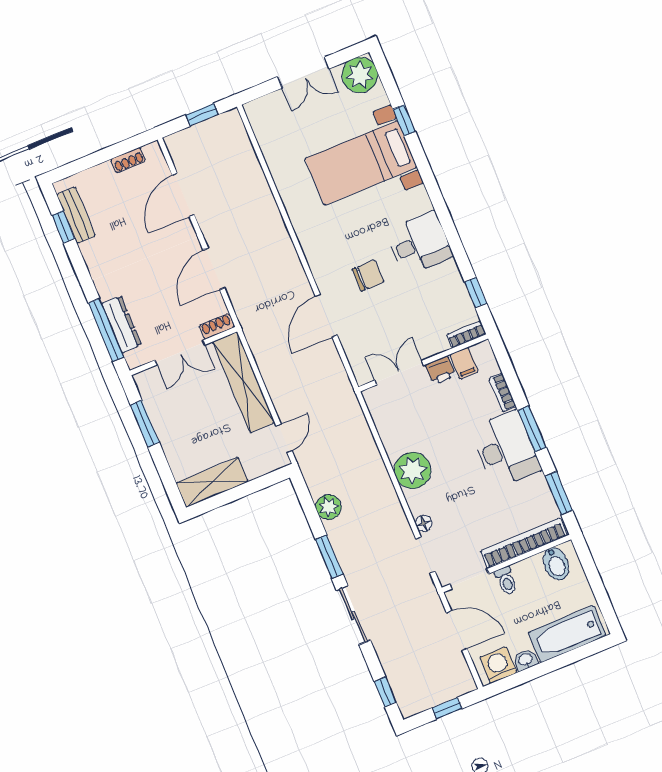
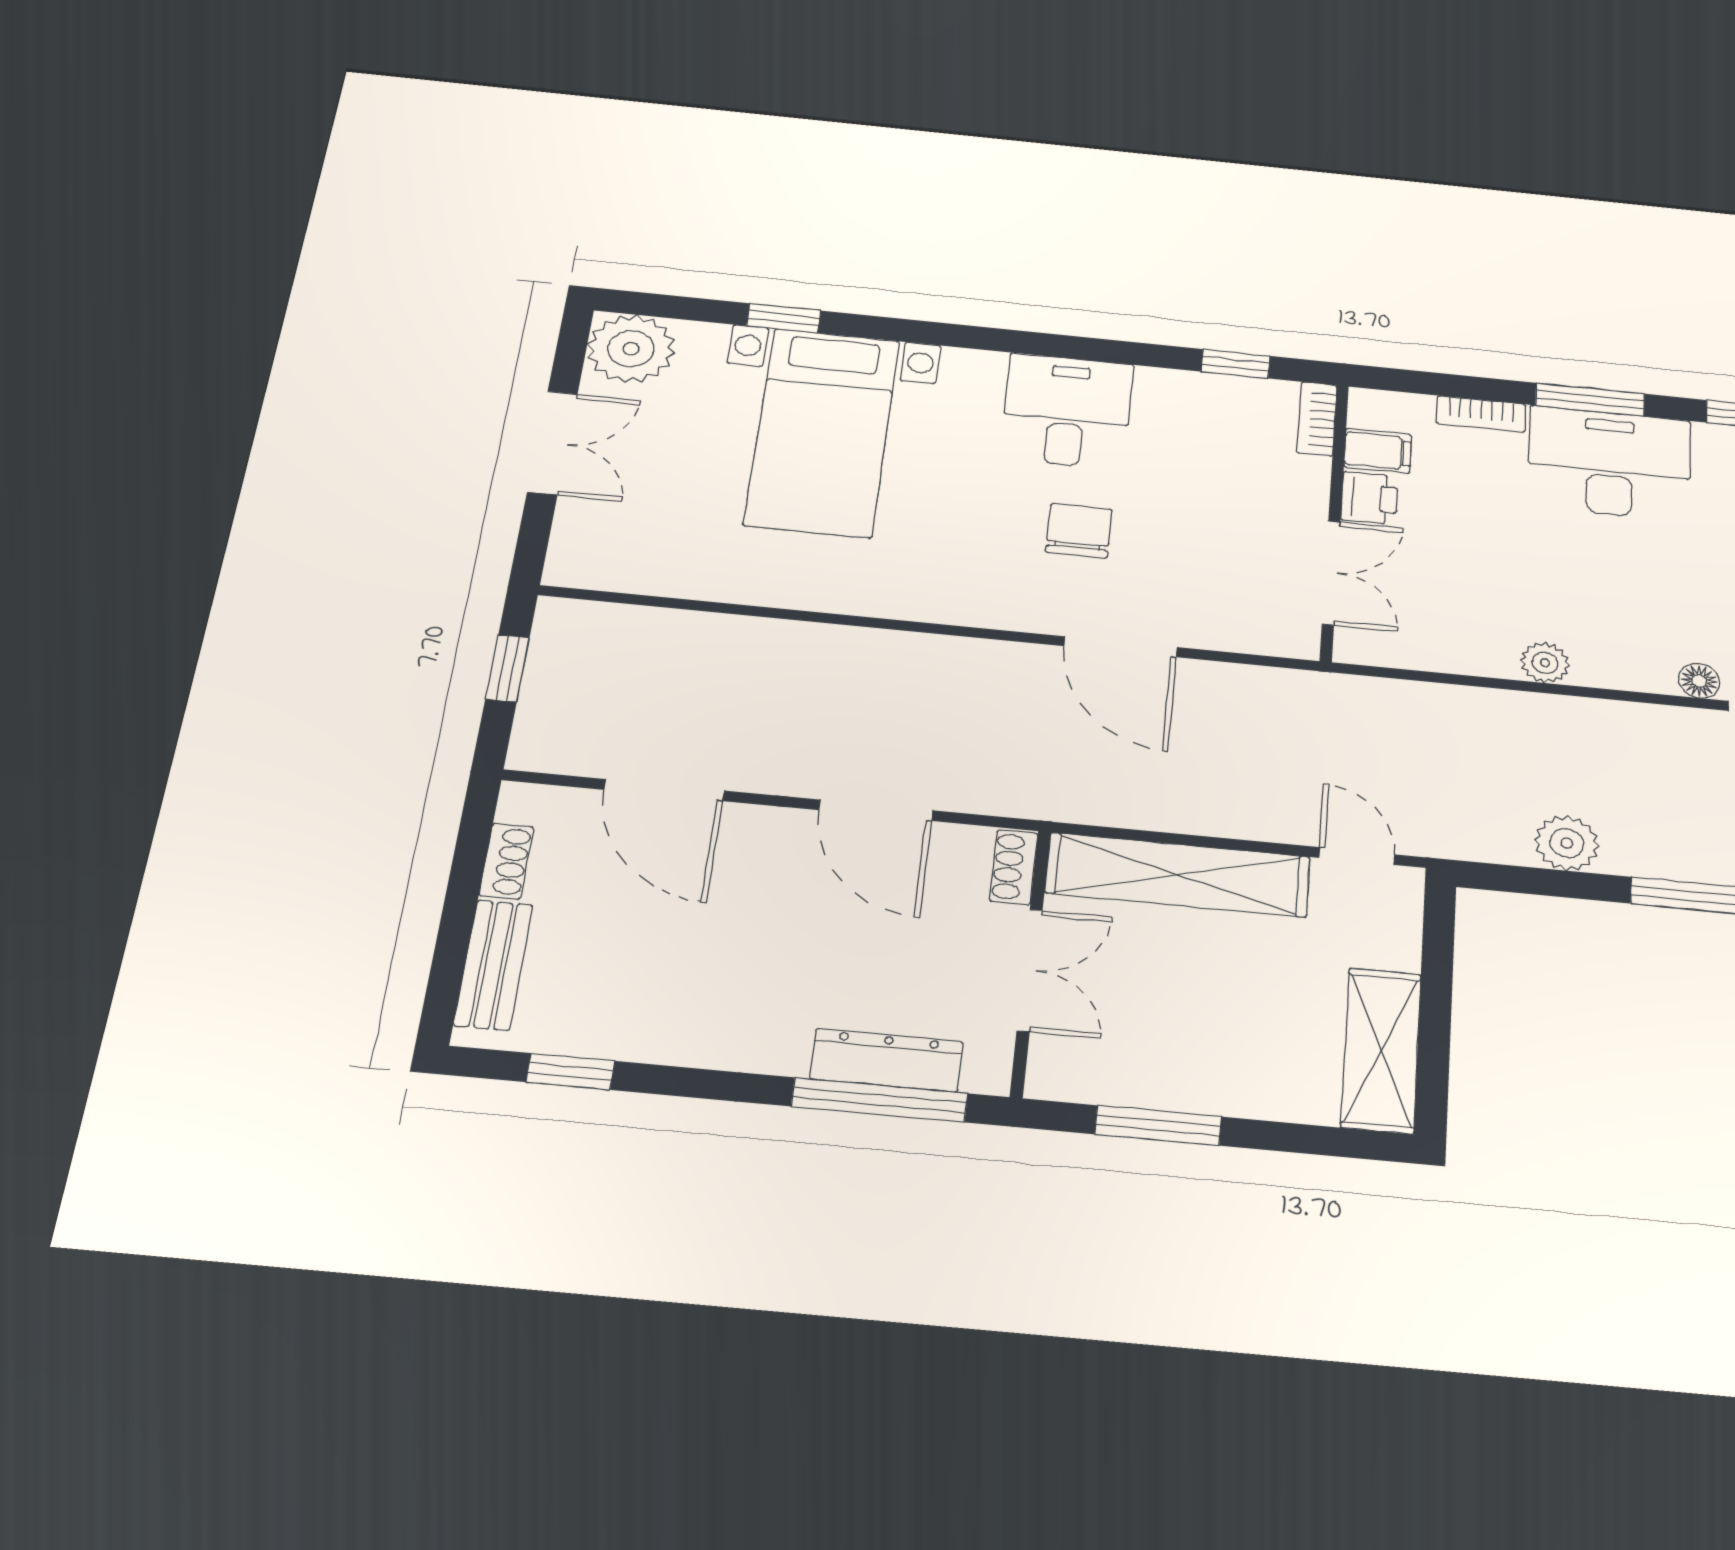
bench: (76, 215) -> (493, 965), moved, turned 90
double door: (399, 373) -> (1331, 573), swing flipped
plant: (413, 470) -> (1545, 663), width x0.53, depth x0.53

